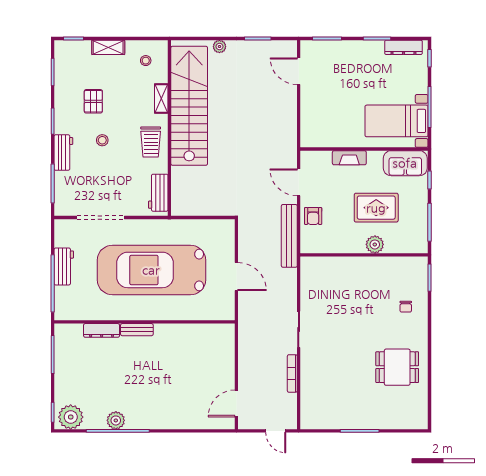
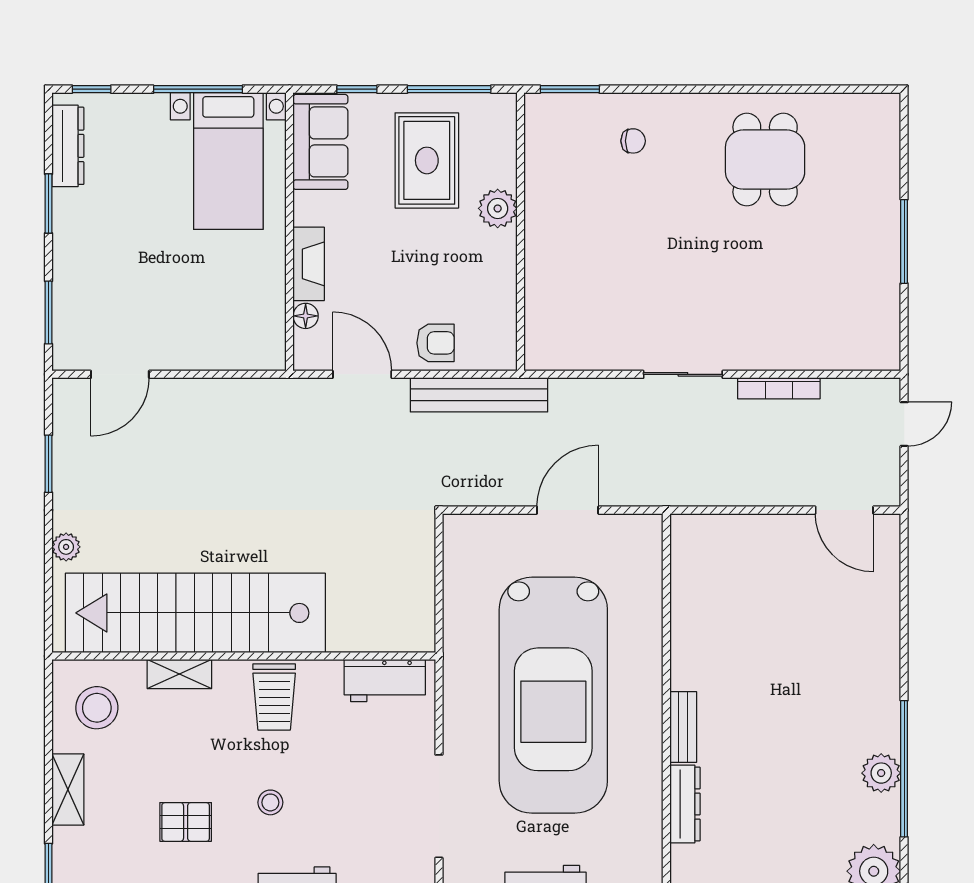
stool: (146, 61) -> (97, 708), width x1.89, depth x1.89
trolley: (151, 142) -> (274, 697), turned 90
floor lamp: (325, 156) -> (306, 316), added
door: (299, 182) -> (362, 374), swing flipped
rug: (376, 208) -> (427, 160), moved

